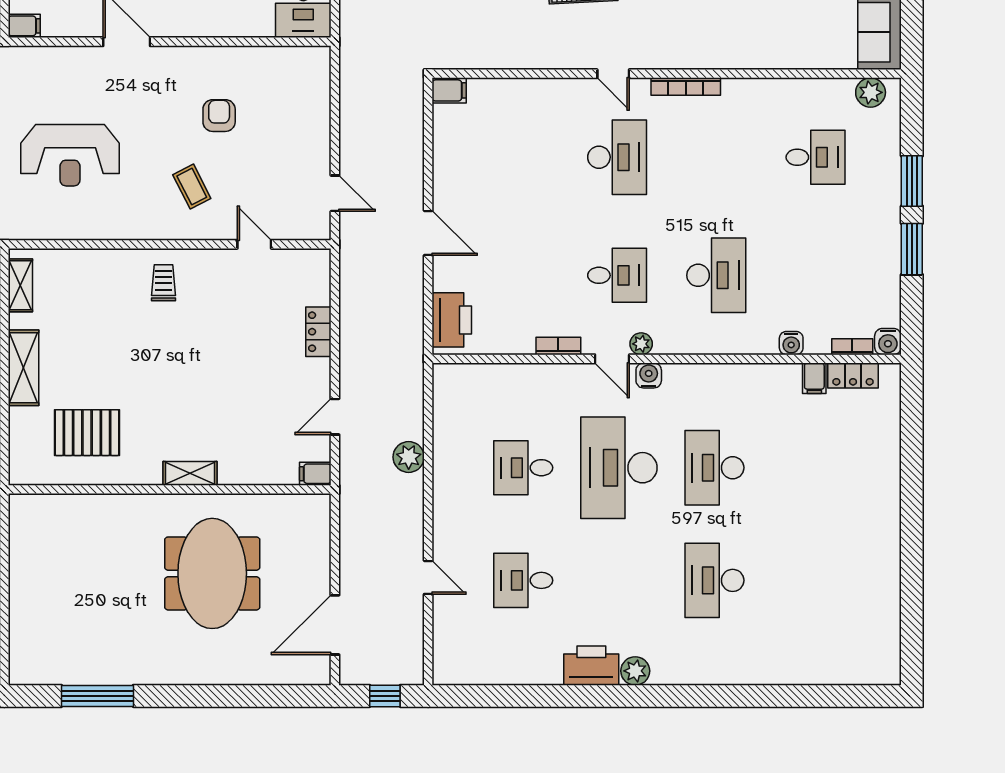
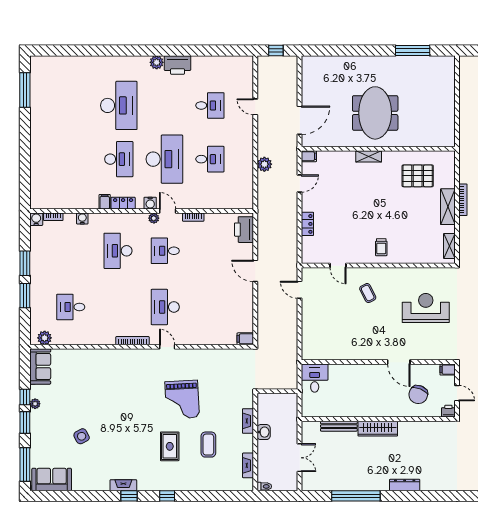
armchair: (219, 116) -> (355, 327), removed
locker: (853, 375) -> (123, 203), moved
filing cabinet: (814, 378) -> (105, 202), moved
meeting table: (212, 573) -> (375, 113), moved
desk: (714, 580) -> (119, 105), width x1.36, depth x1.30
window: (912, 613) -> (25, 90), added
door: (335, 625) -> (300, 120), moved

